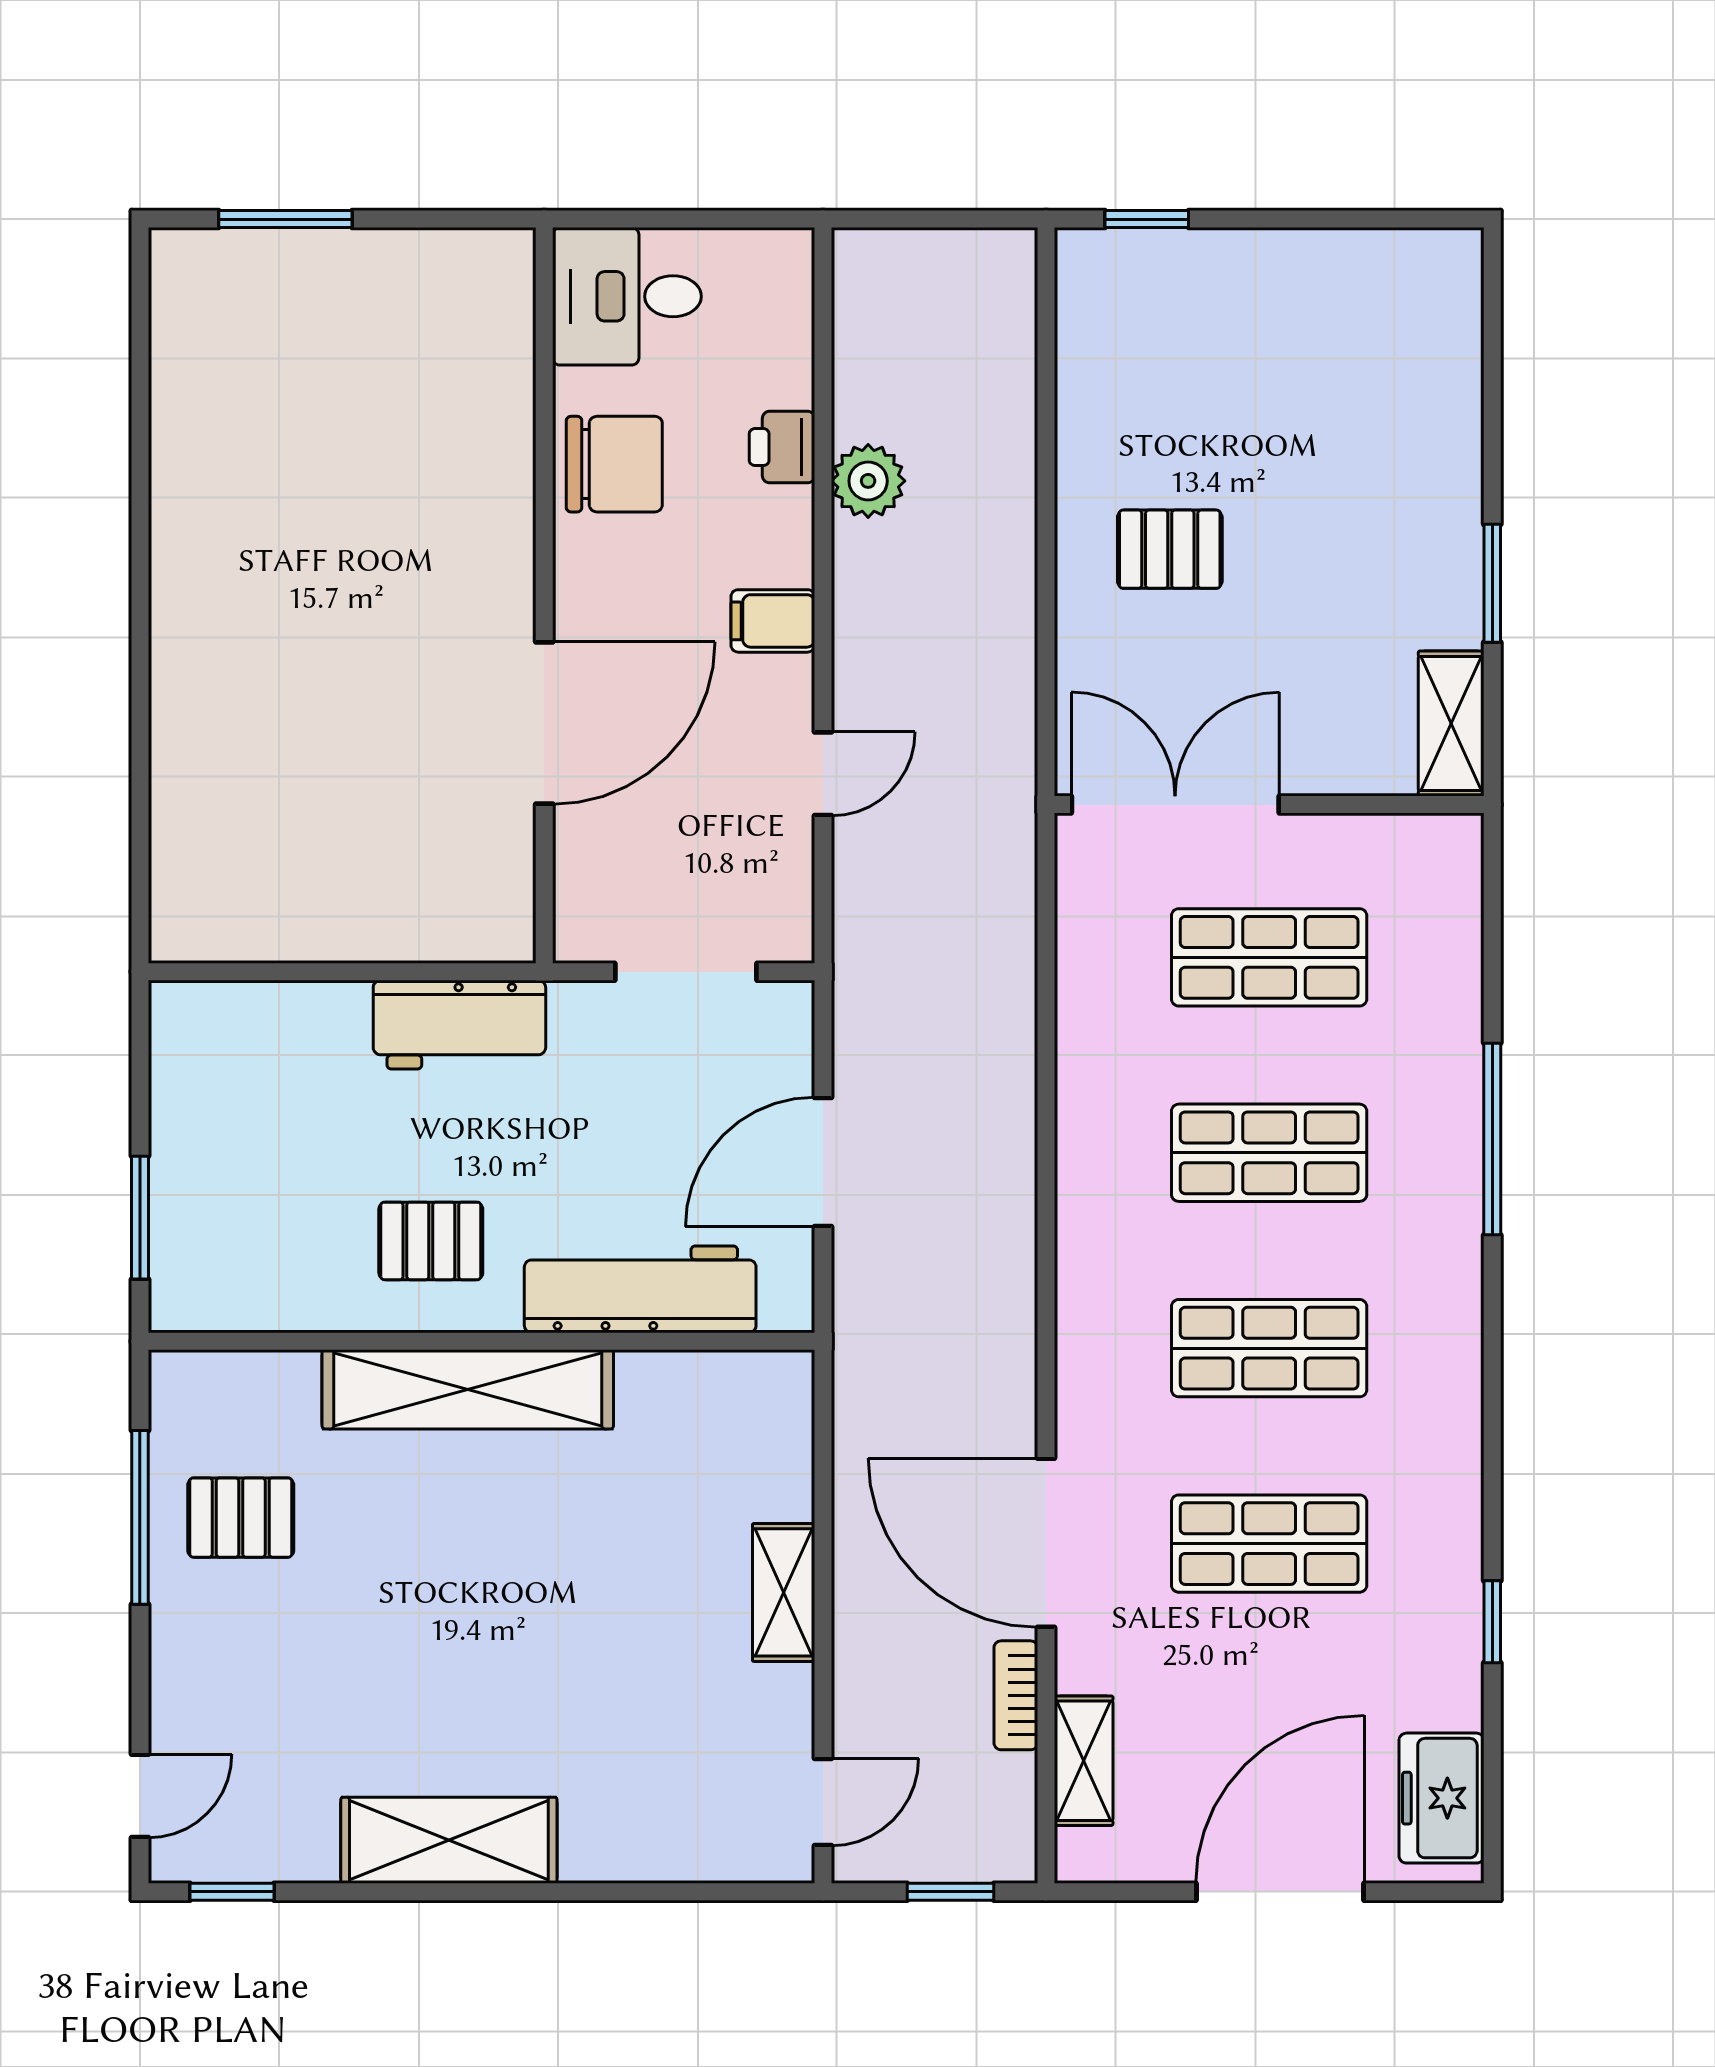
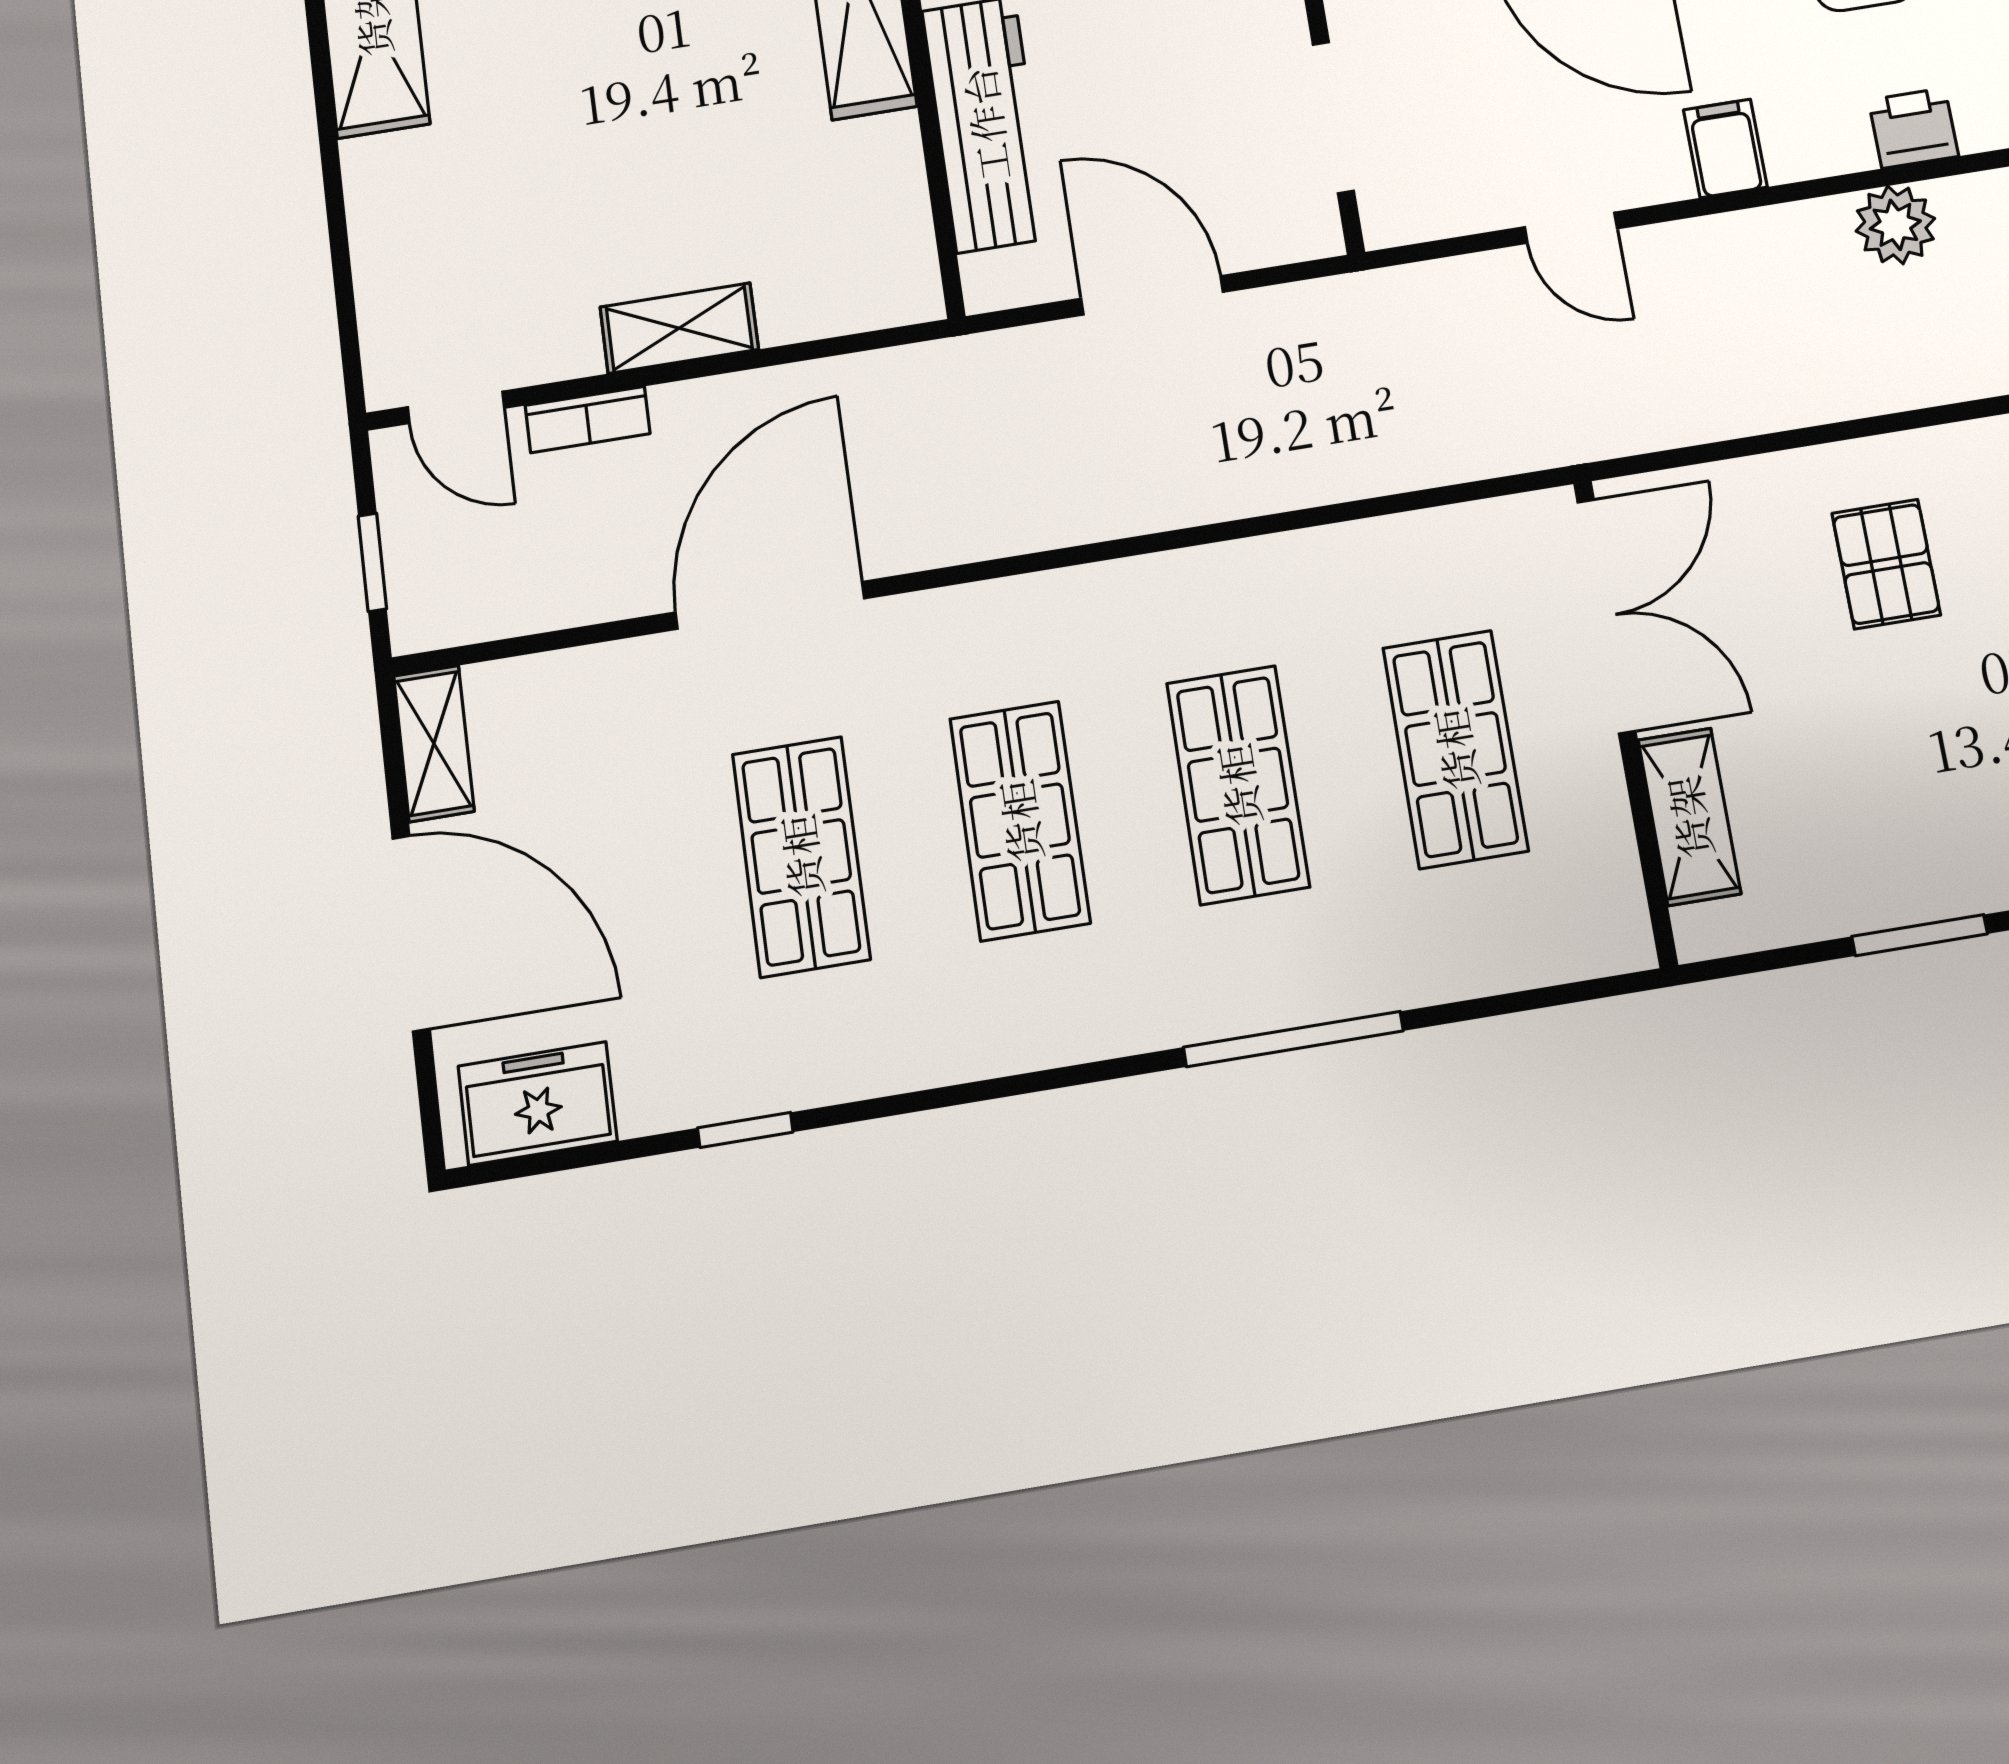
shelving: (1451, 724) -> (1689, 817), moved, turned 90
bookcase: (1016, 1695) -> (588, 419), moved, turned 180
shelving: (1084, 1761) -> (434, 743), moved, turned 90

